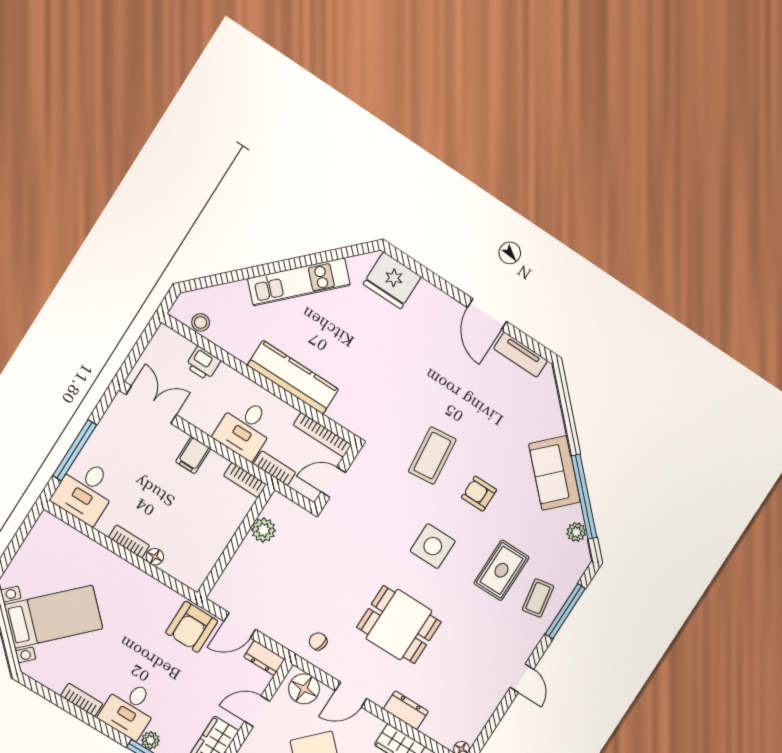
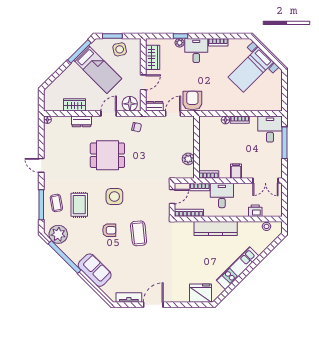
door: (487, 314) -> (153, 305), hinge flipped
sofa: (555, 473) -> (95, 270), moved
plant: (576, 532) -> (58, 234), width x1.87, depth x1.87

